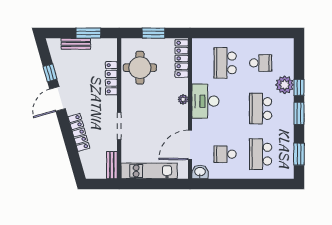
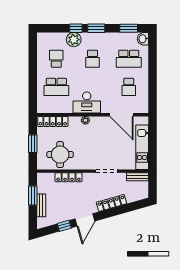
door: (57, 99) -> (85, 220), hinge flipped
school desk: (261, 109) -> (93, 59), width x0.54
washbasin: (200, 172) -> (143, 39), moved

